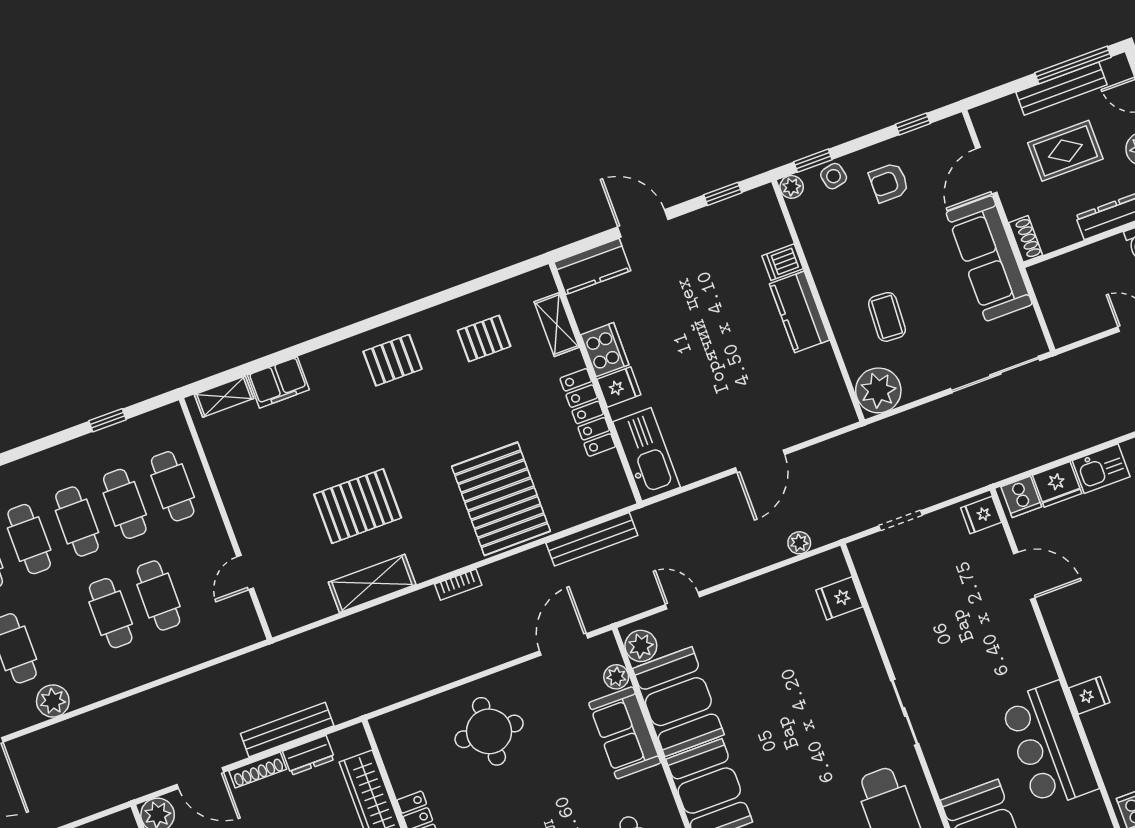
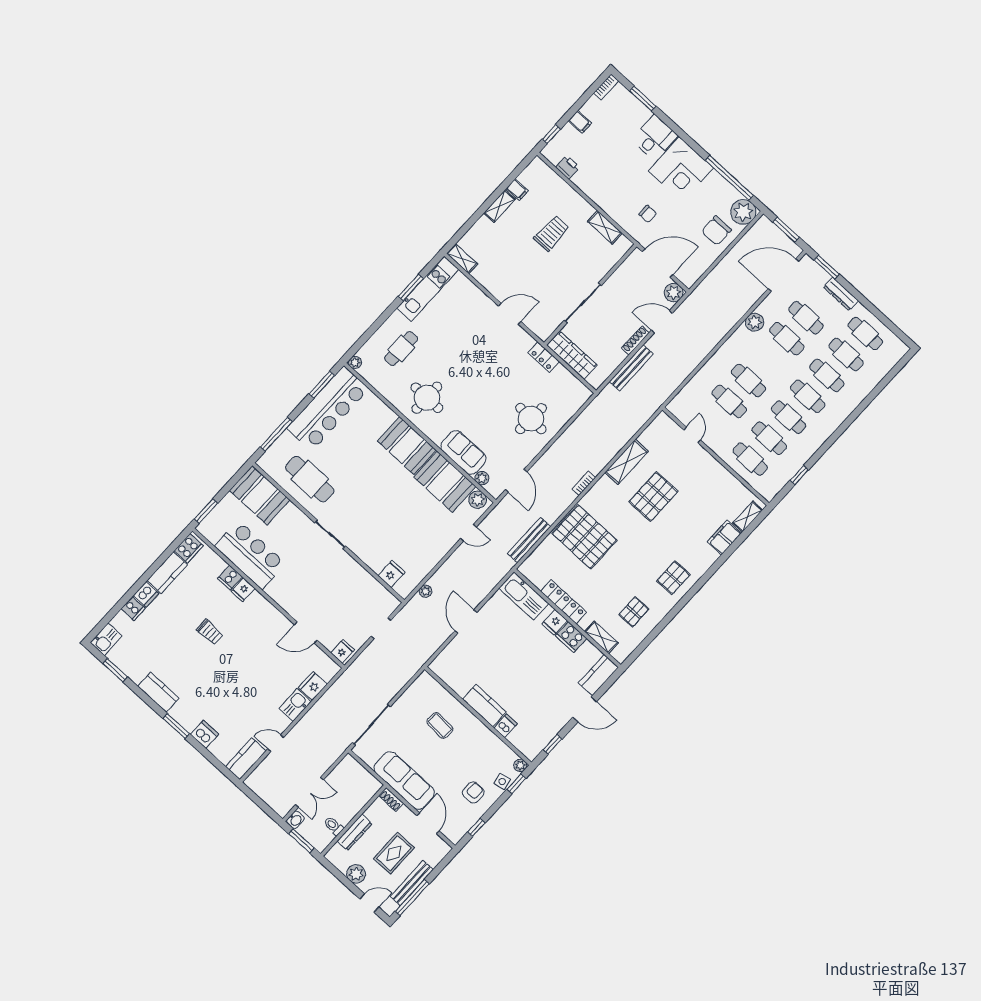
plant: (878, 390) -> (425, 687), removed
cooker: (1021, 497) -> (230, 578), moved, turned -90
dresser: (309, 755) -> (614, 361), removed

